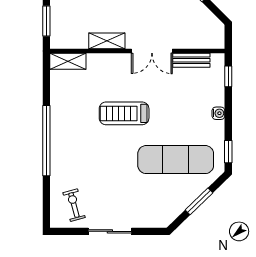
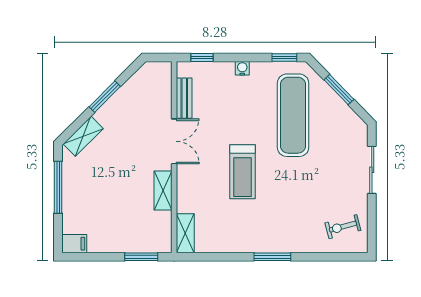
window: (46, 141) -> (272, 257), width x0.47
sliding door: (110, 231) -> (372, 170), moved

